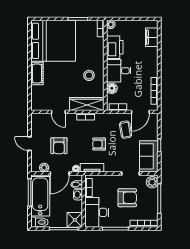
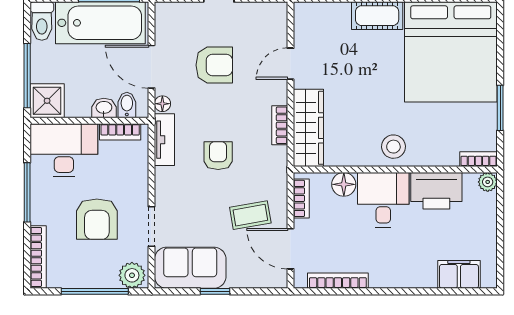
stool: (89, 75) -> (393, 147), moved
armchair: (59, 146) -> (214, 65), turned 180
plant: (44, 168) -> (165, 32), removed

